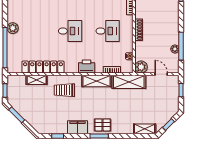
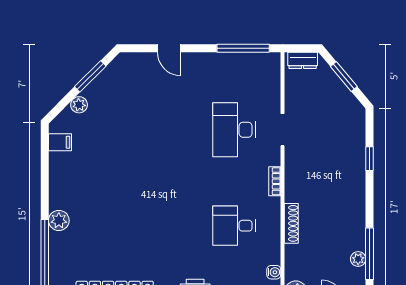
desk: (70, 31) -> (165, 226), removed
desk: (108, 31) -> (234, 226), turned 180

